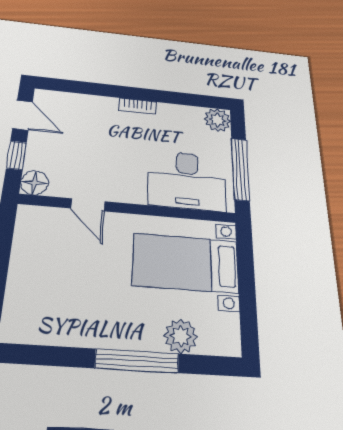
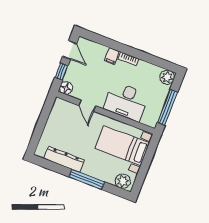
filing cabinet: (106, 108) -> (112, 56), added
desk: (187, 180) -> (126, 102), moved
dresser: (72, 330) -> (64, 159), added
plant: (181, 336) -> (123, 181), moved

